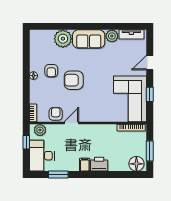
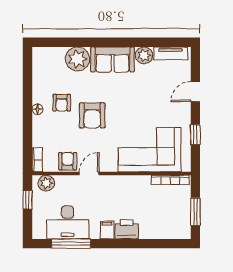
armchair: (74, 80) -> (92, 115), turned -90
corner sofa: (130, 99) -> (149, 150), moved, turned 90
desk: (42, 156) -> (68, 222), moved, turned -90
floor lamp: (136, 164) -> (177, 229), removed
window: (58, 175) -> (71, 244), width x1.44

